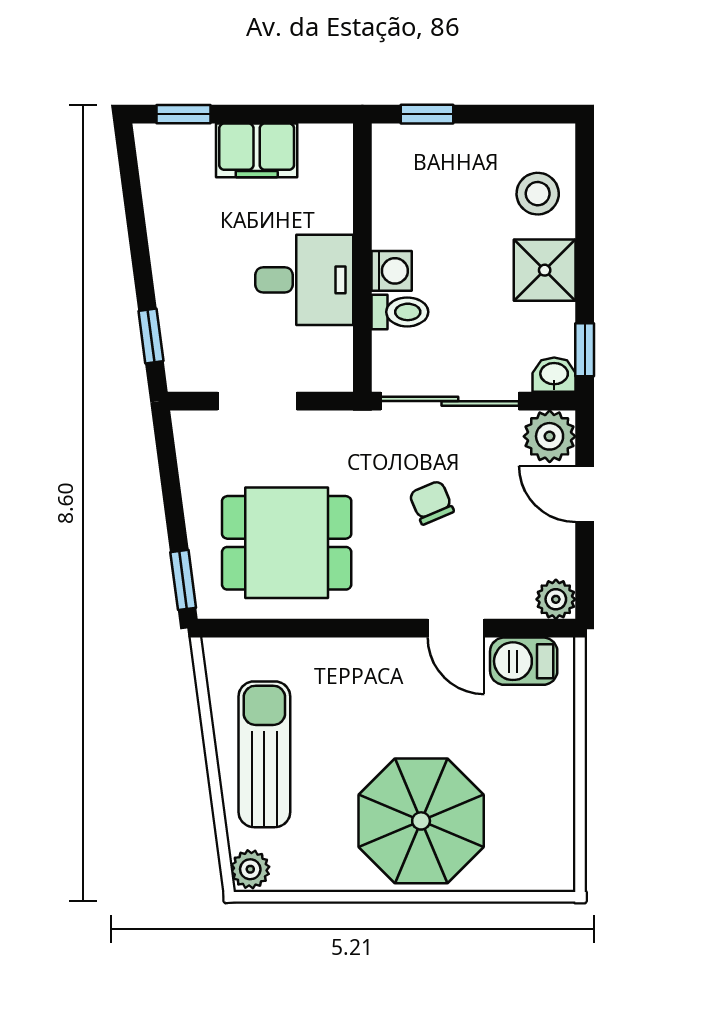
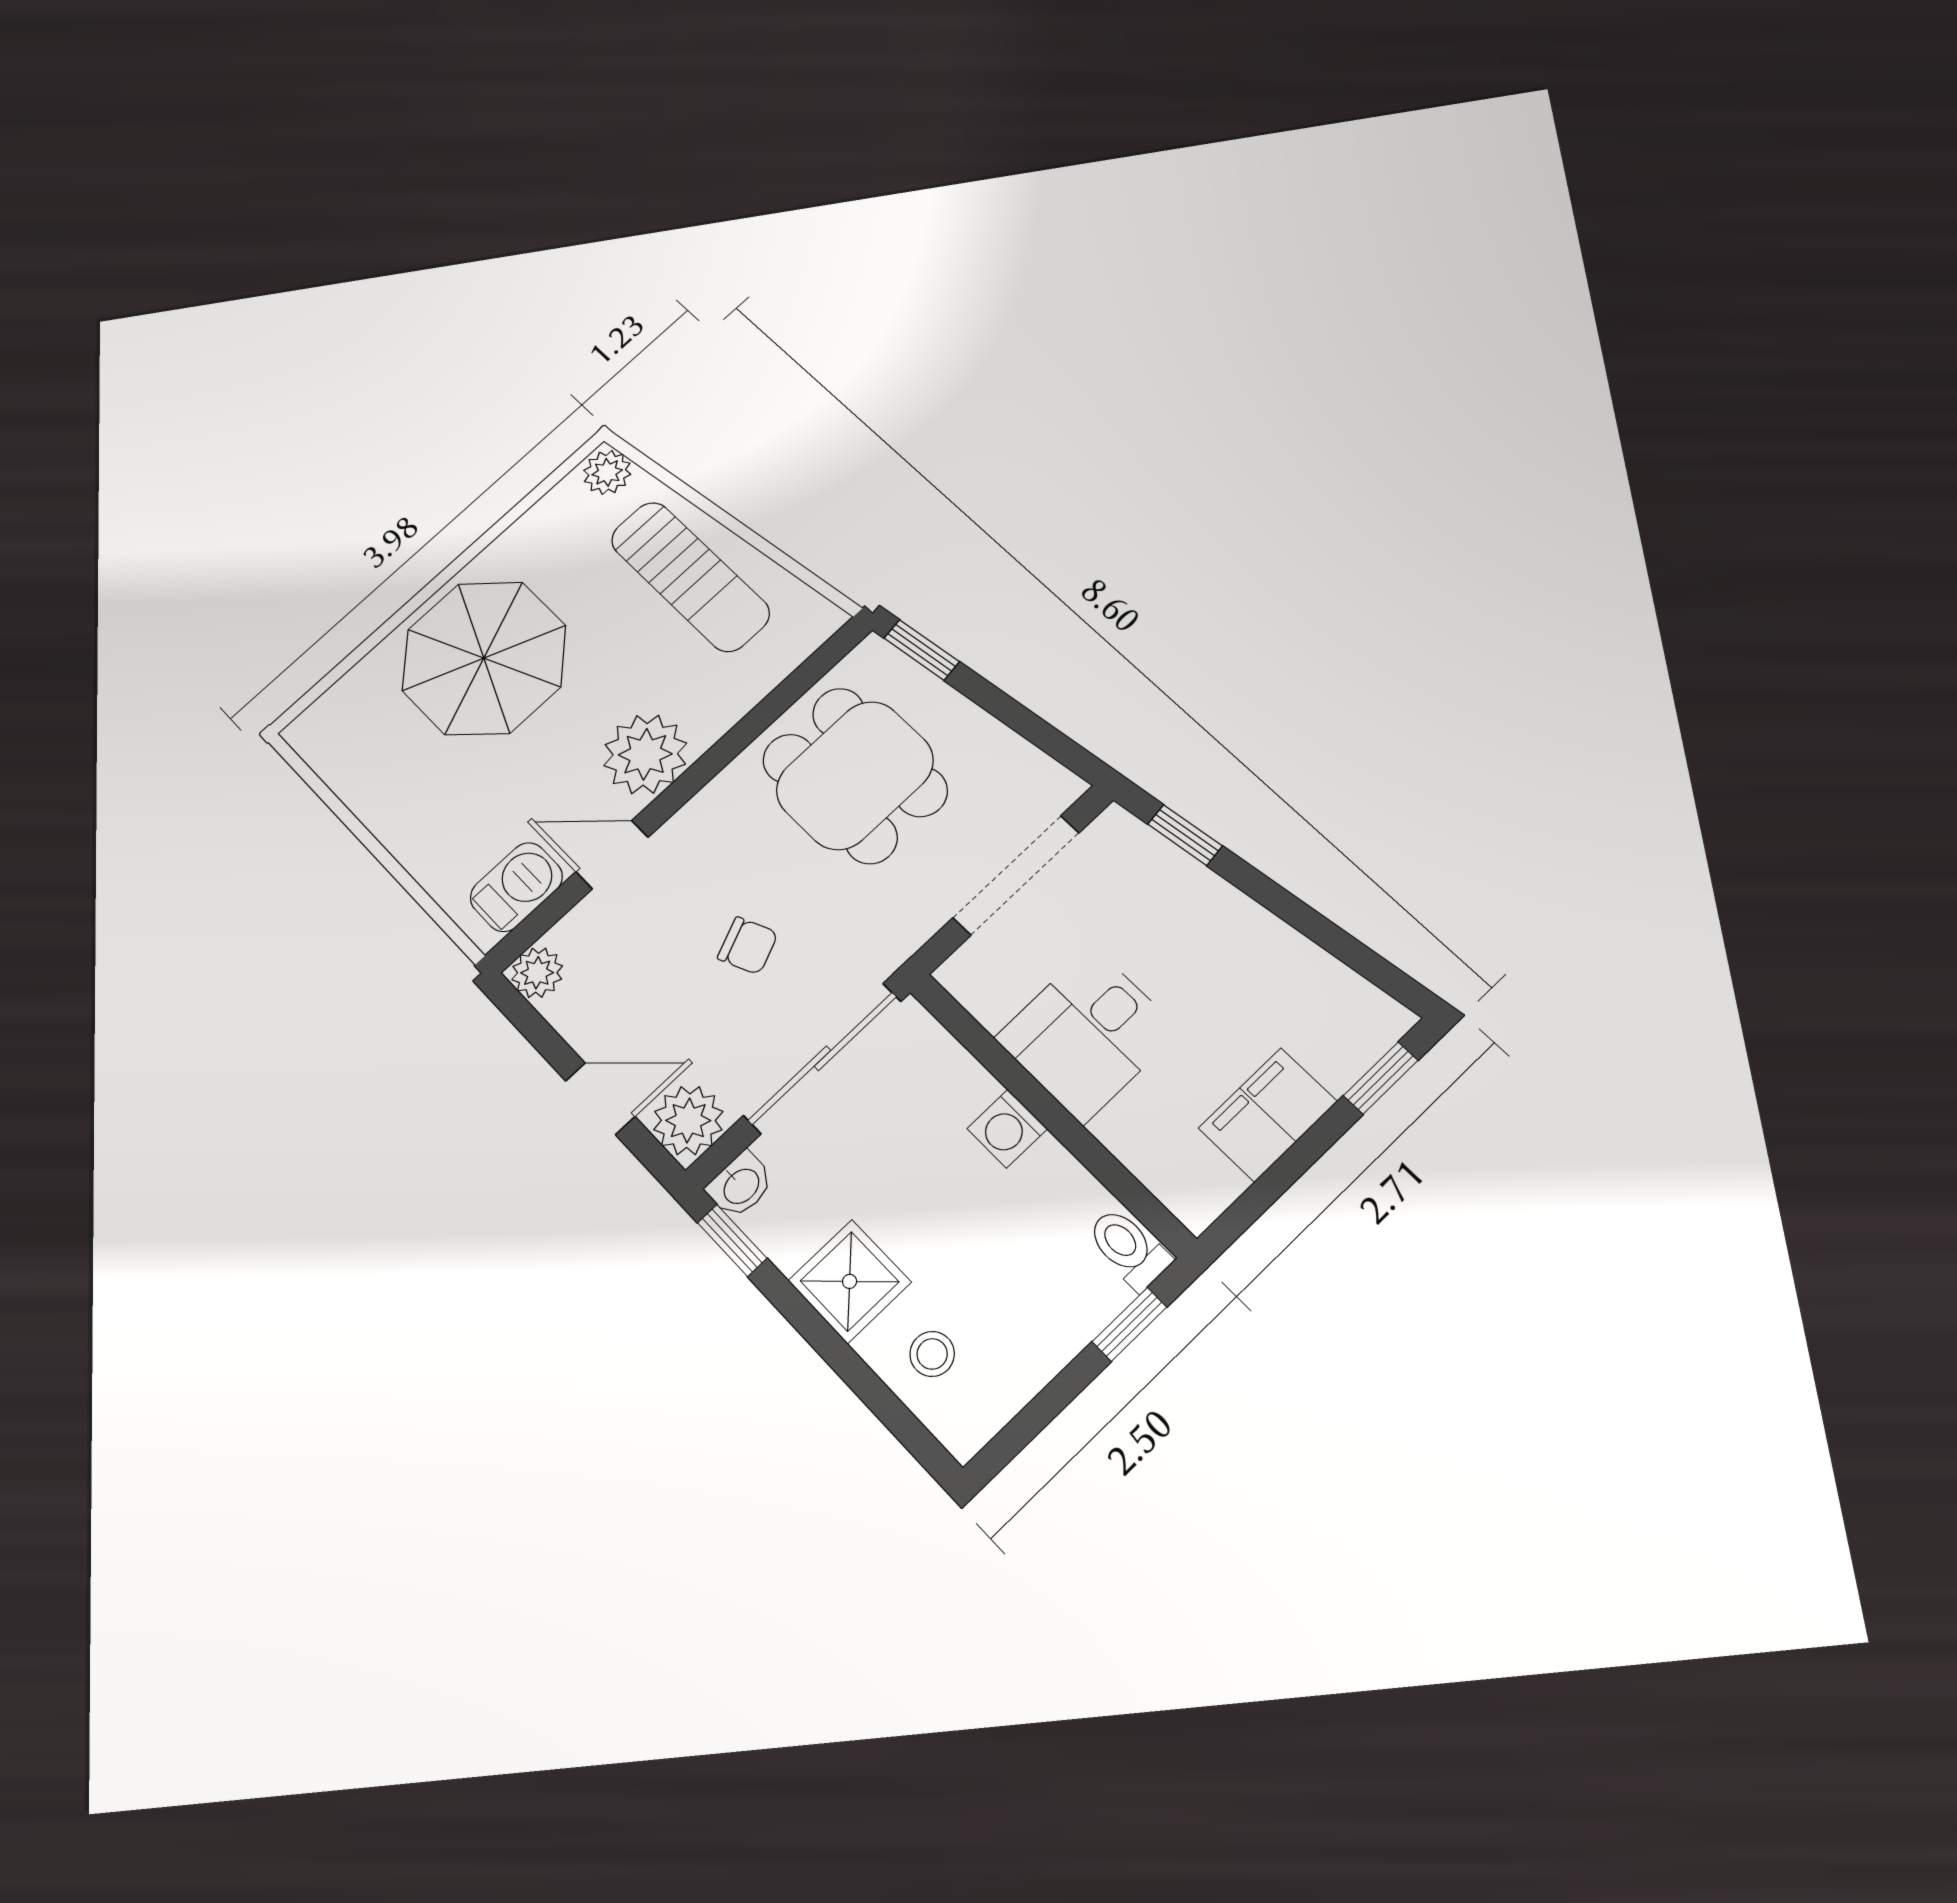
stool: (538, 194) -> (932, 1354), width x0.73, depth x0.73
toilet: (400, 312) -> (1128, 1248), moved, turned 90
doorway: (257, 401) -> (1016, 875), width x1.38
dining table: (287, 543) -> (855, 775), turned 90
plant: (386, 670) -> (645, 754), added

